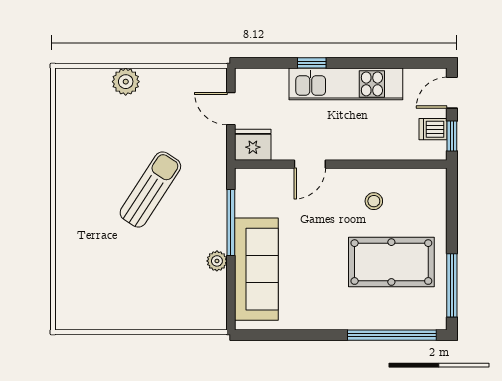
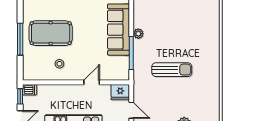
dishwasher: (433, 129) -> (30, 90), moved
sun lounger: (150, 190) -> (172, 70), turned -123
window: (452, 285) -> (20, 39), moved

